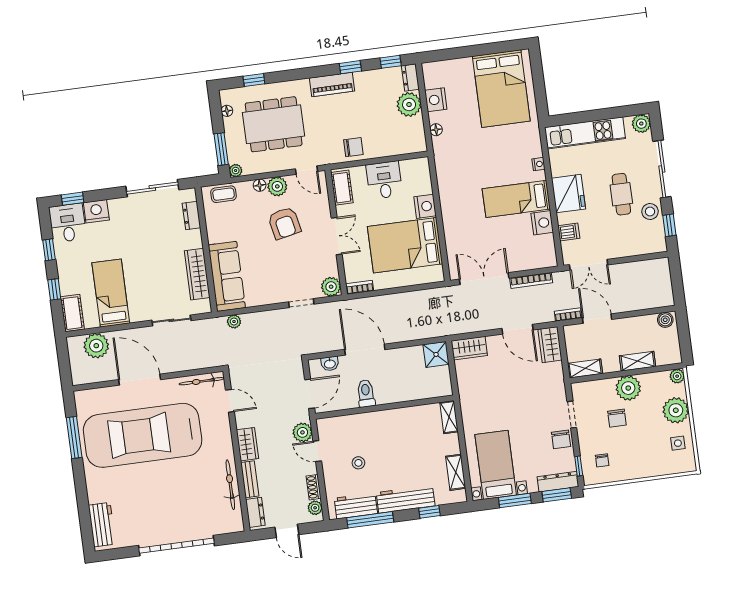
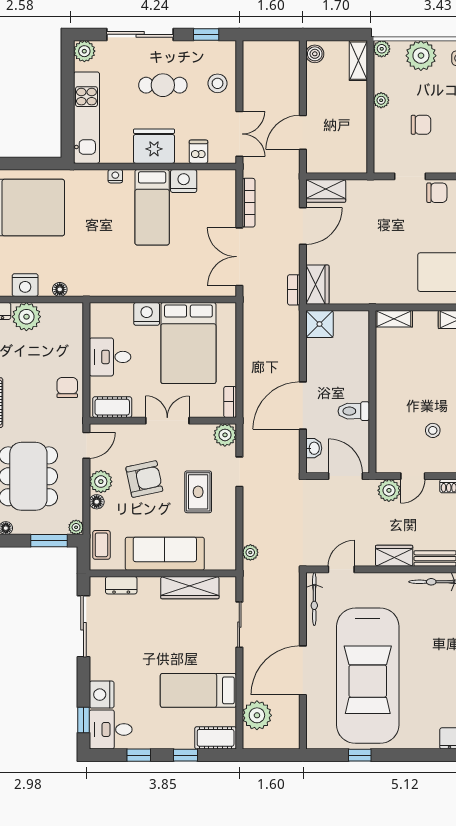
stool: (650, 212) -> (218, 83), moved
rug: (280, 270) -> (198, 492), added
sofa: (227, 276) -> (165, 554), moved
bookcase: (568, 315) -> (294, 290), moved
shelving: (638, 361) -> (358, 61), moved
shelving: (585, 368) -> (359, 154), removed
plant: (628, 388) -> (381, 100), width x0.53, depth x0.53
window: (74, 438) -> (360, 755), width x0.46

